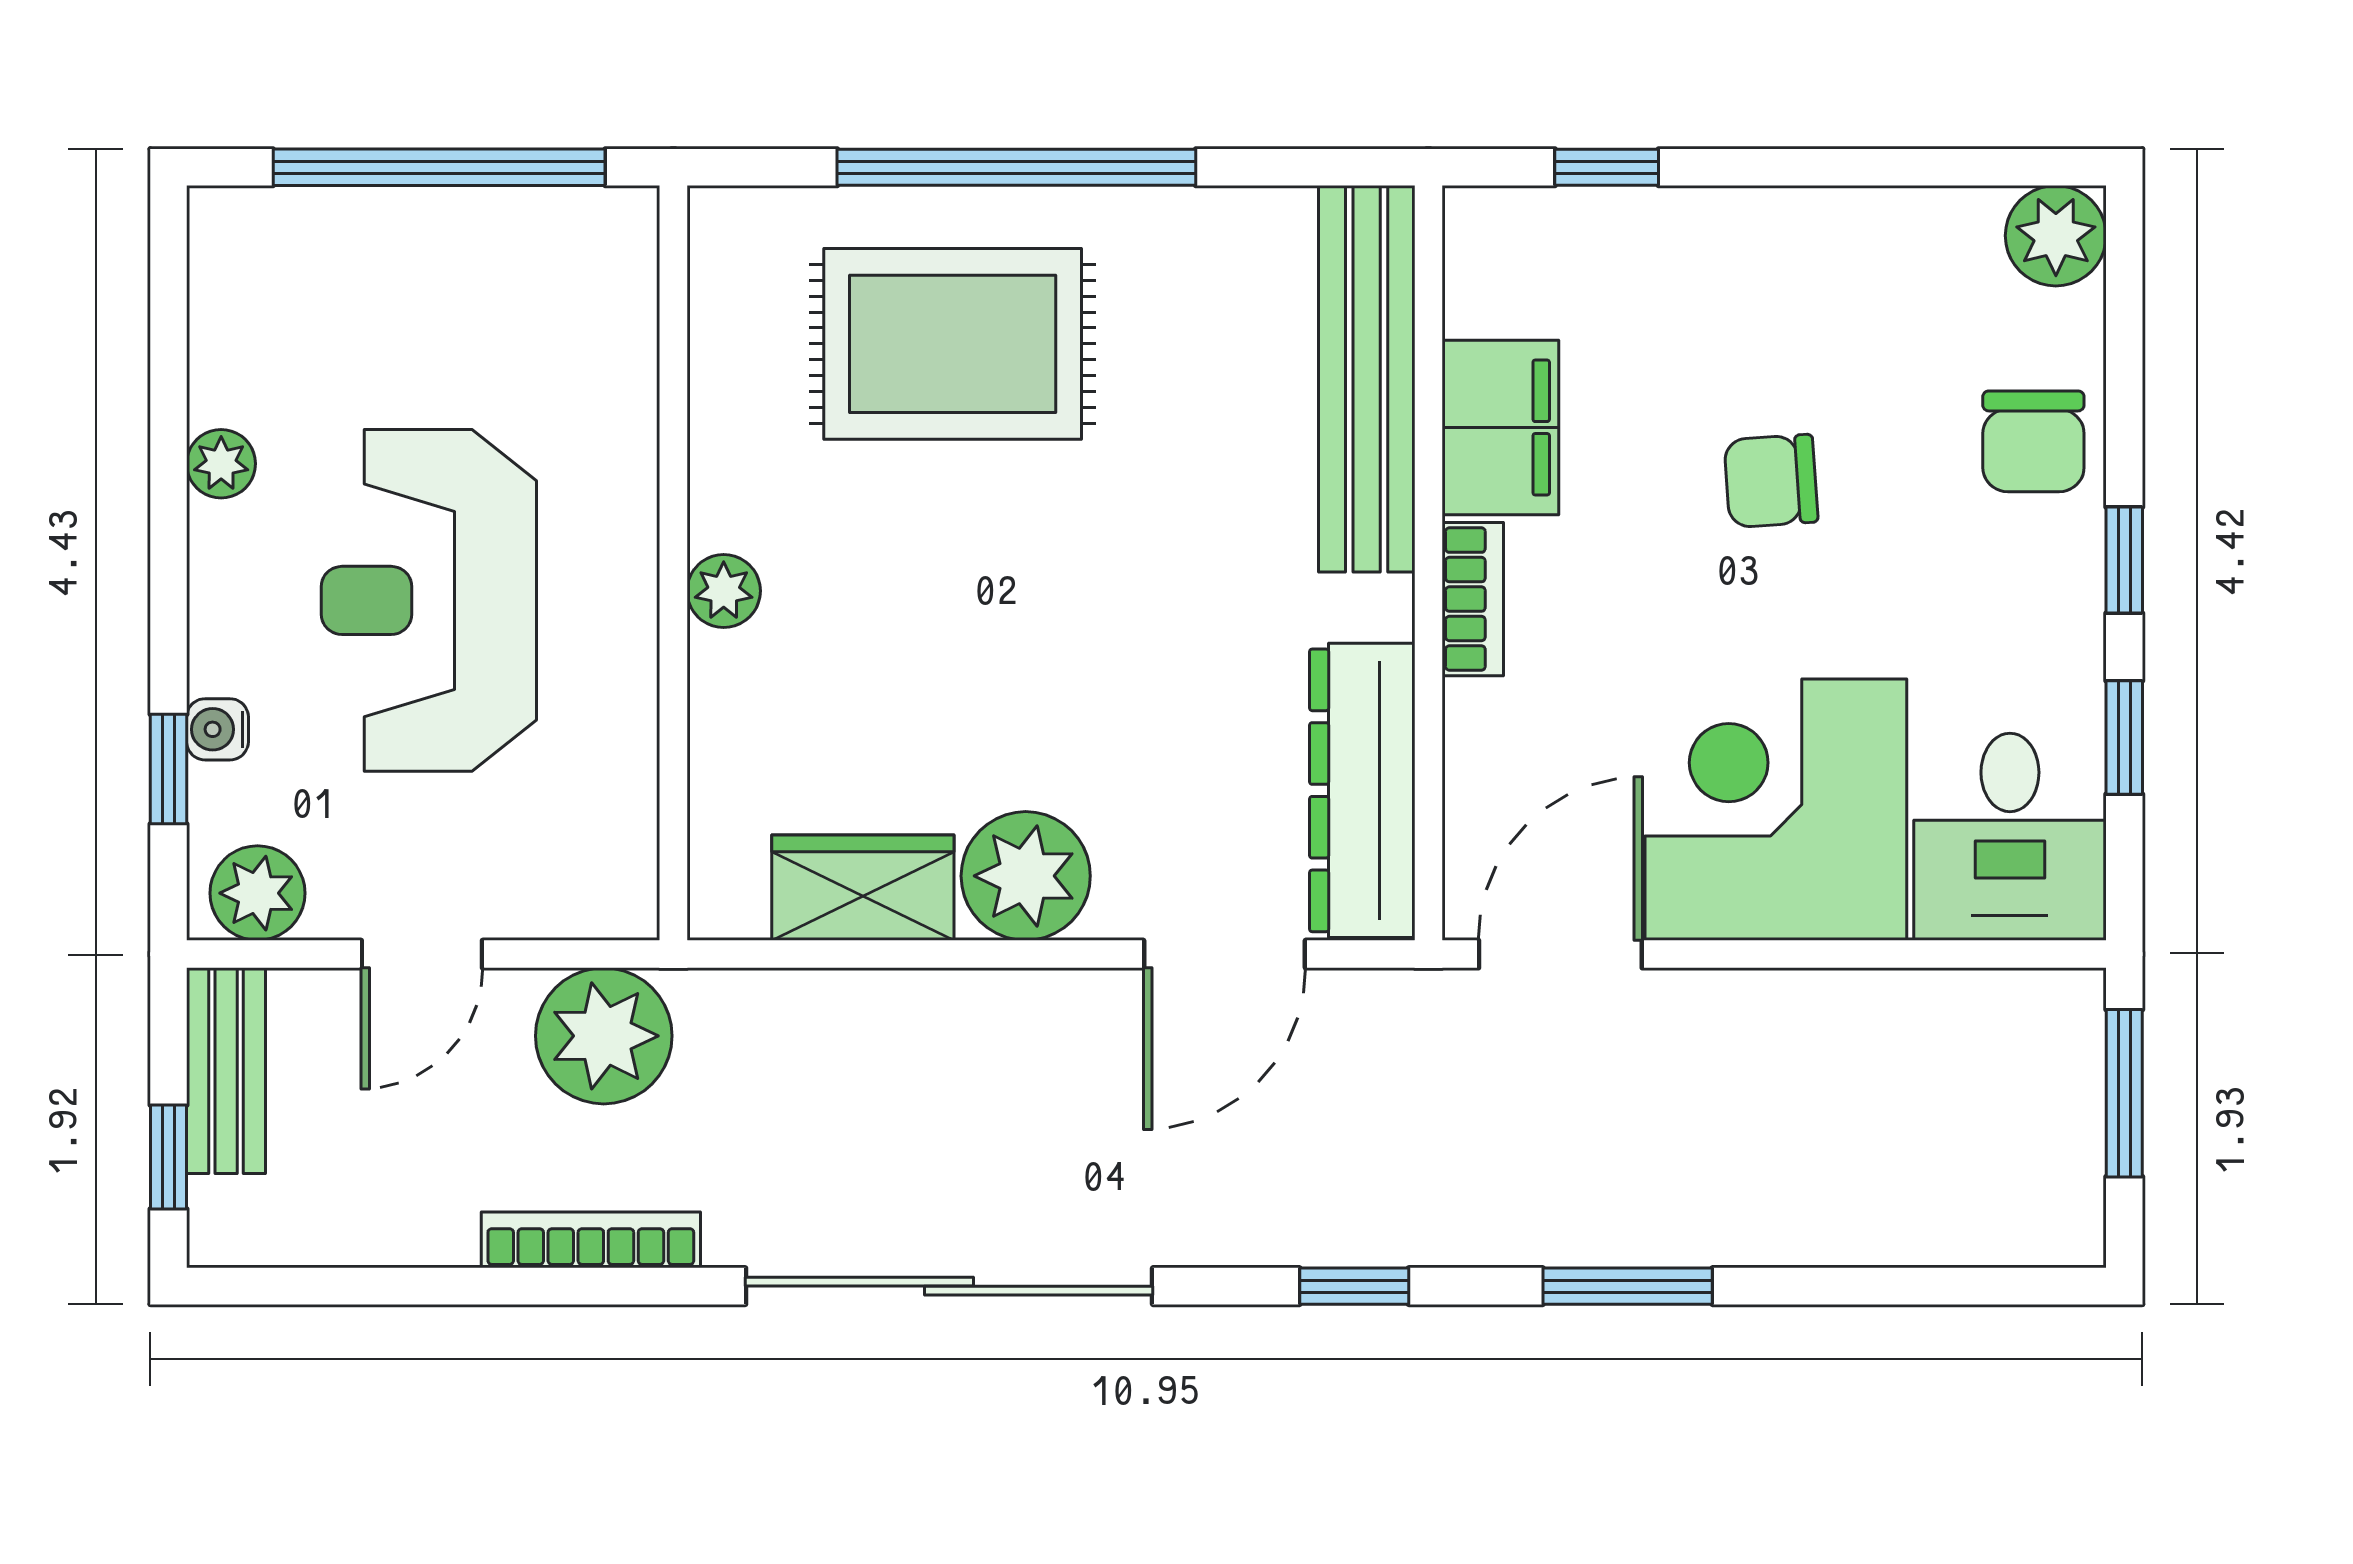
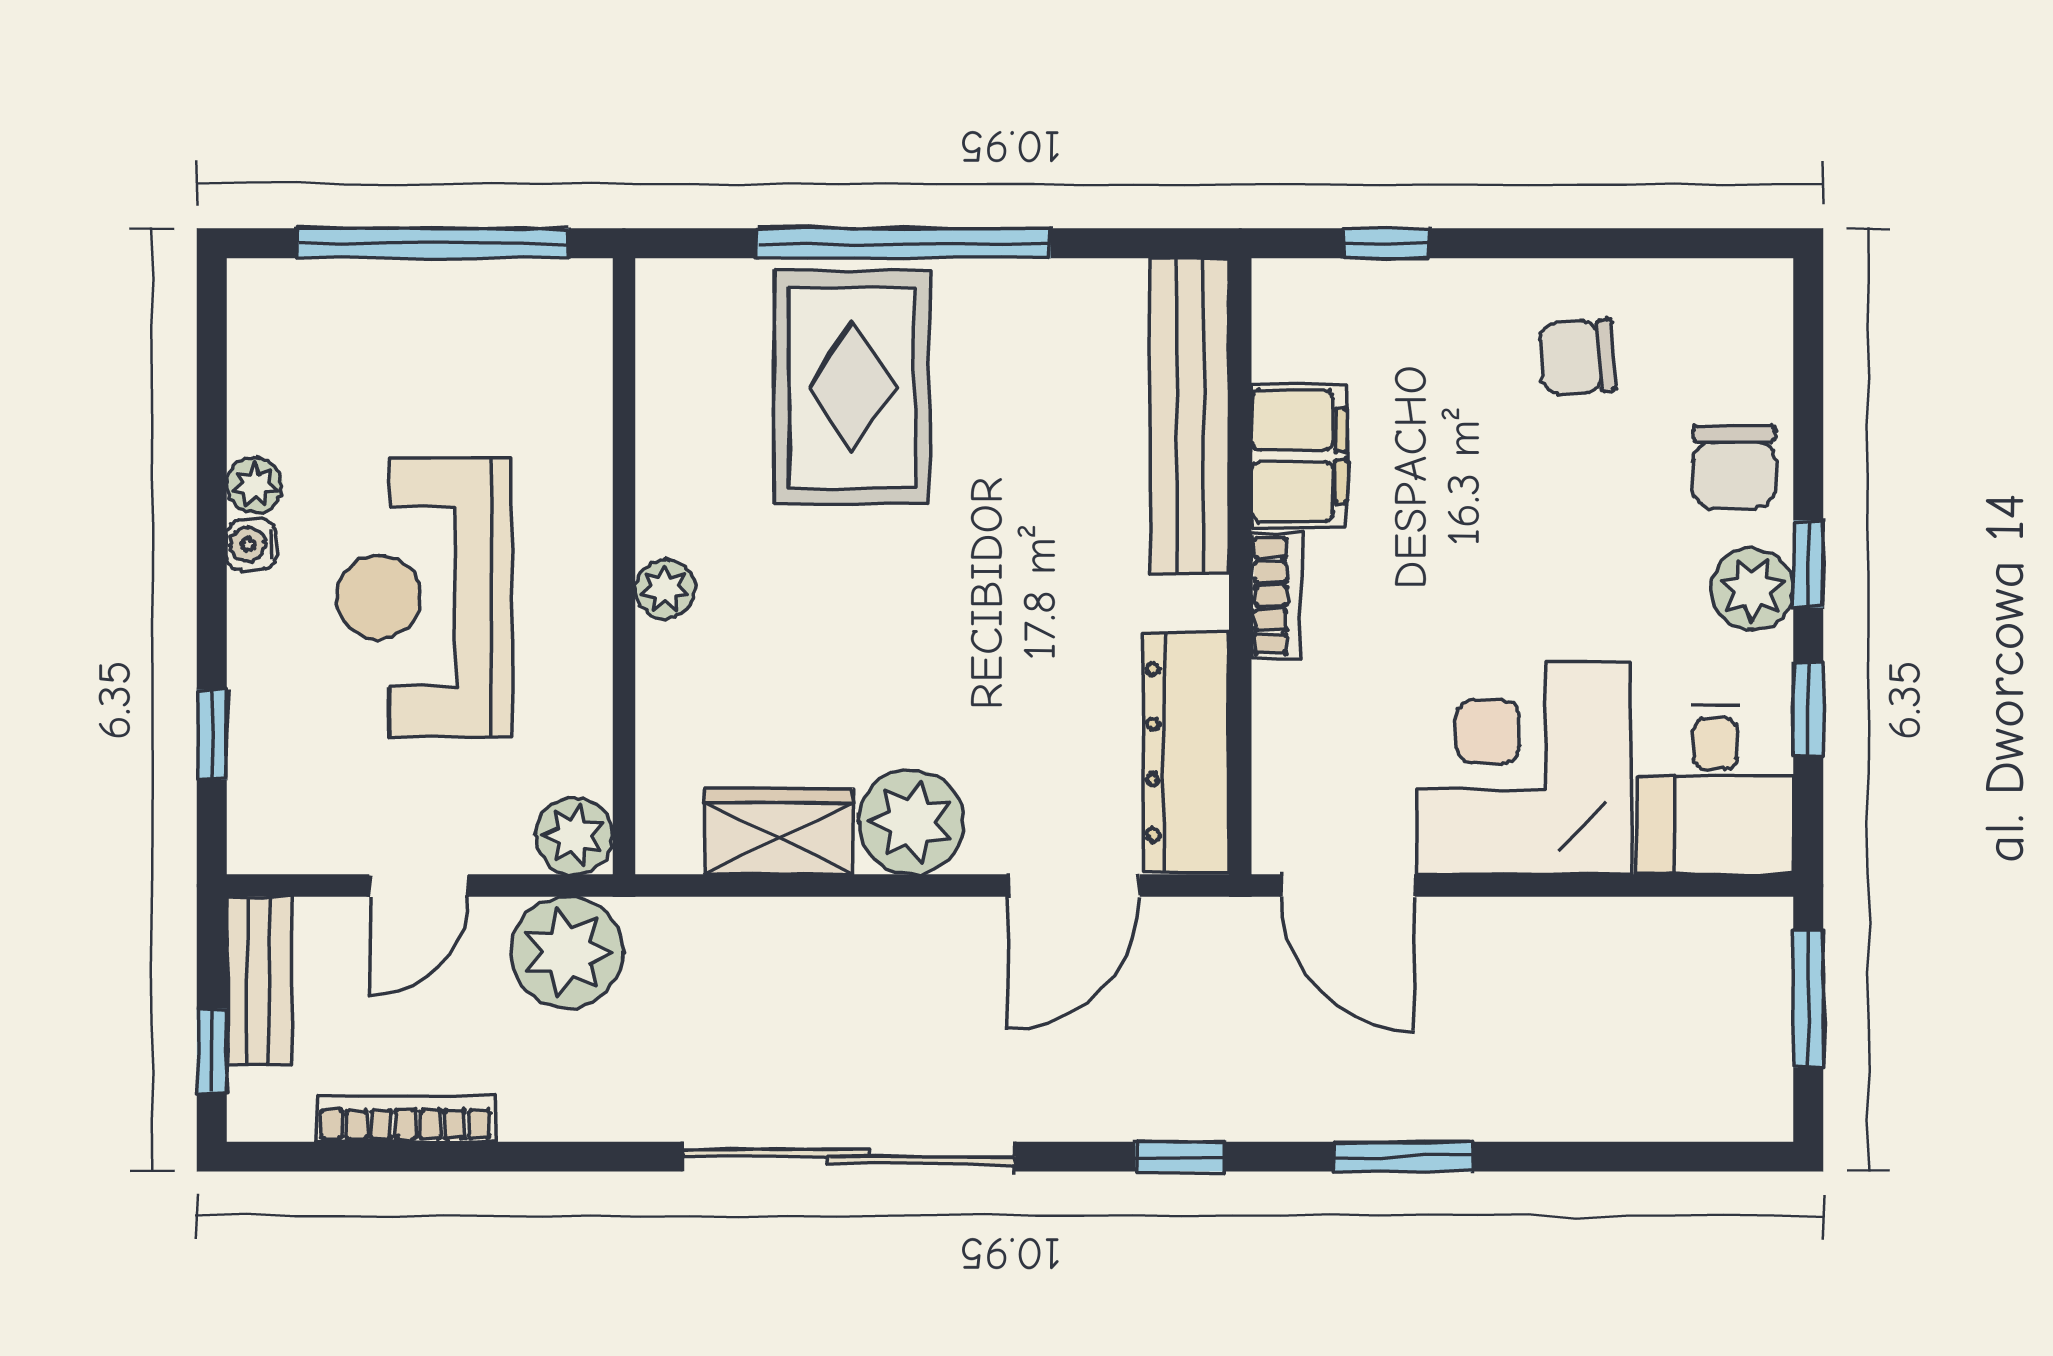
plant: (2056, 236) -> (1752, 589), moved
rug: (953, 344) -> (852, 387), turned 90
chair: (1771, 481) -> (1577, 357), moved
water cooler: (217, 729) -> (252, 544), moved
plant: (258, 893) -> (574, 836), moved
door: (1560, 954) -> (1348, 886), swing flipped
bookcase: (591, 1240) -> (406, 1119), moved

